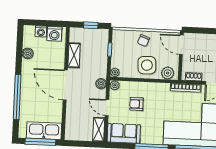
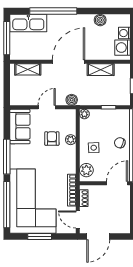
side table: (147, 65) -> (94, 148), width x0.54, depth x0.54
plant: (115, 85) -> (71, 140), moved
shelving: (99, 129) -> (28, 69), moved
kitchen sink: (44, 131) -> (28, 23), moved, turned 90

